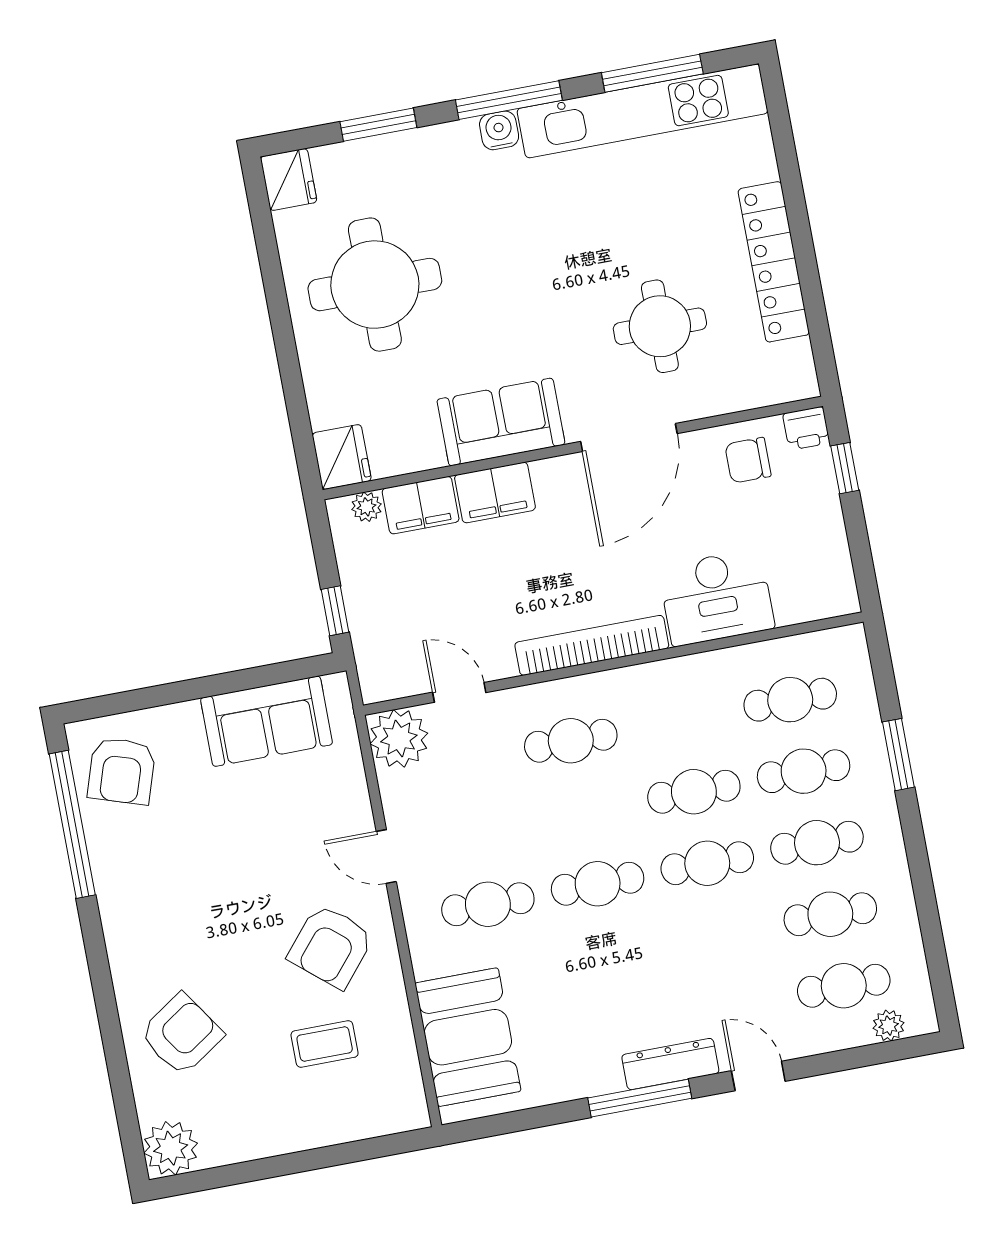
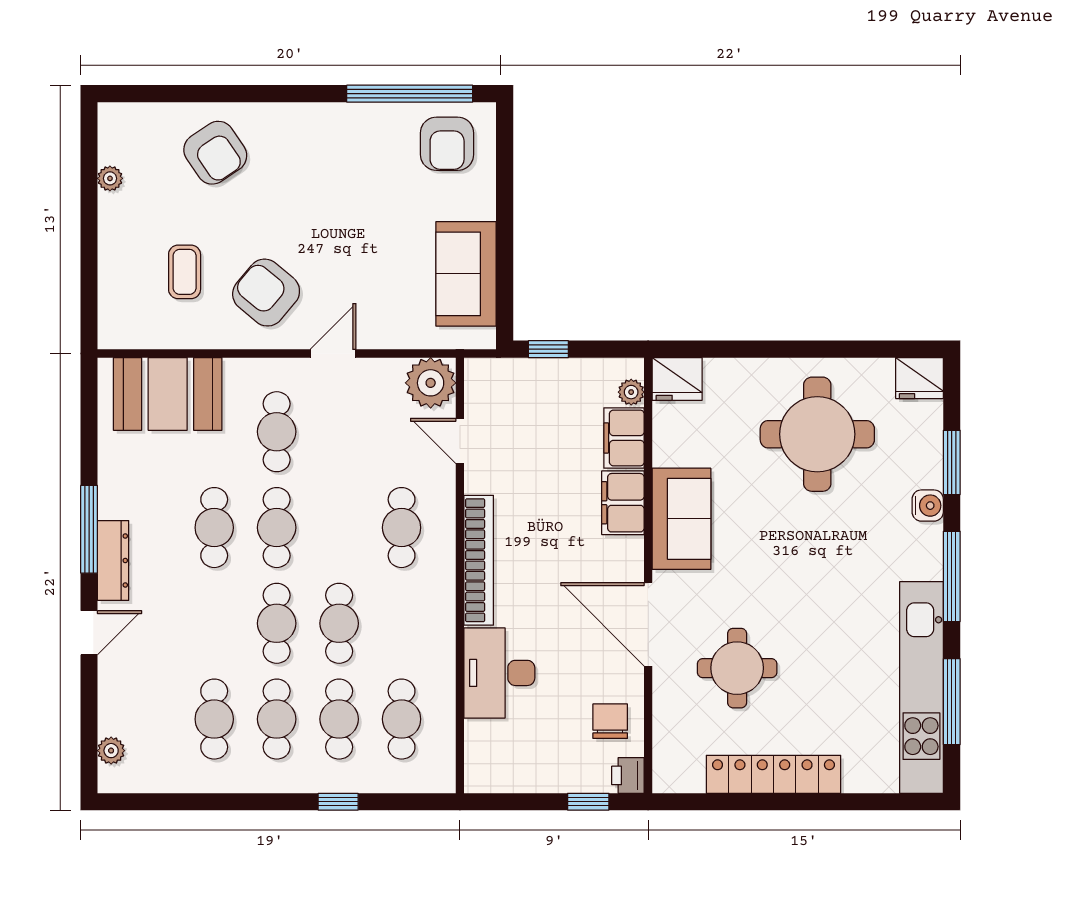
water cooler: (499, 130) -> (928, 506), moved
door: (459, 692) -> (460, 441), swing flipped
window: (898, 755) -> (338, 802), width x0.67
armchair: (122, 771) -> (447, 144), turned -108
cafe table: (844, 986) -> (214, 528), moved
plant: (171, 1148) -> (110, 178), moved, width x0.53, depth x0.53

